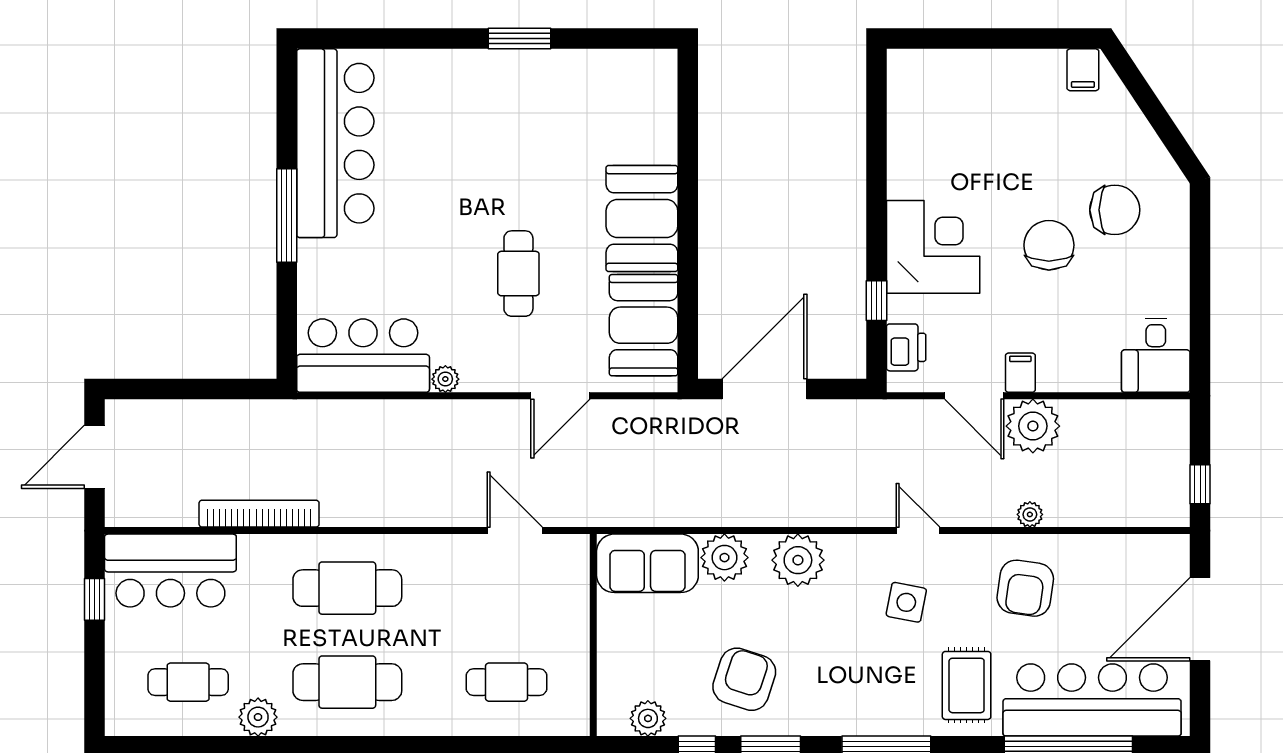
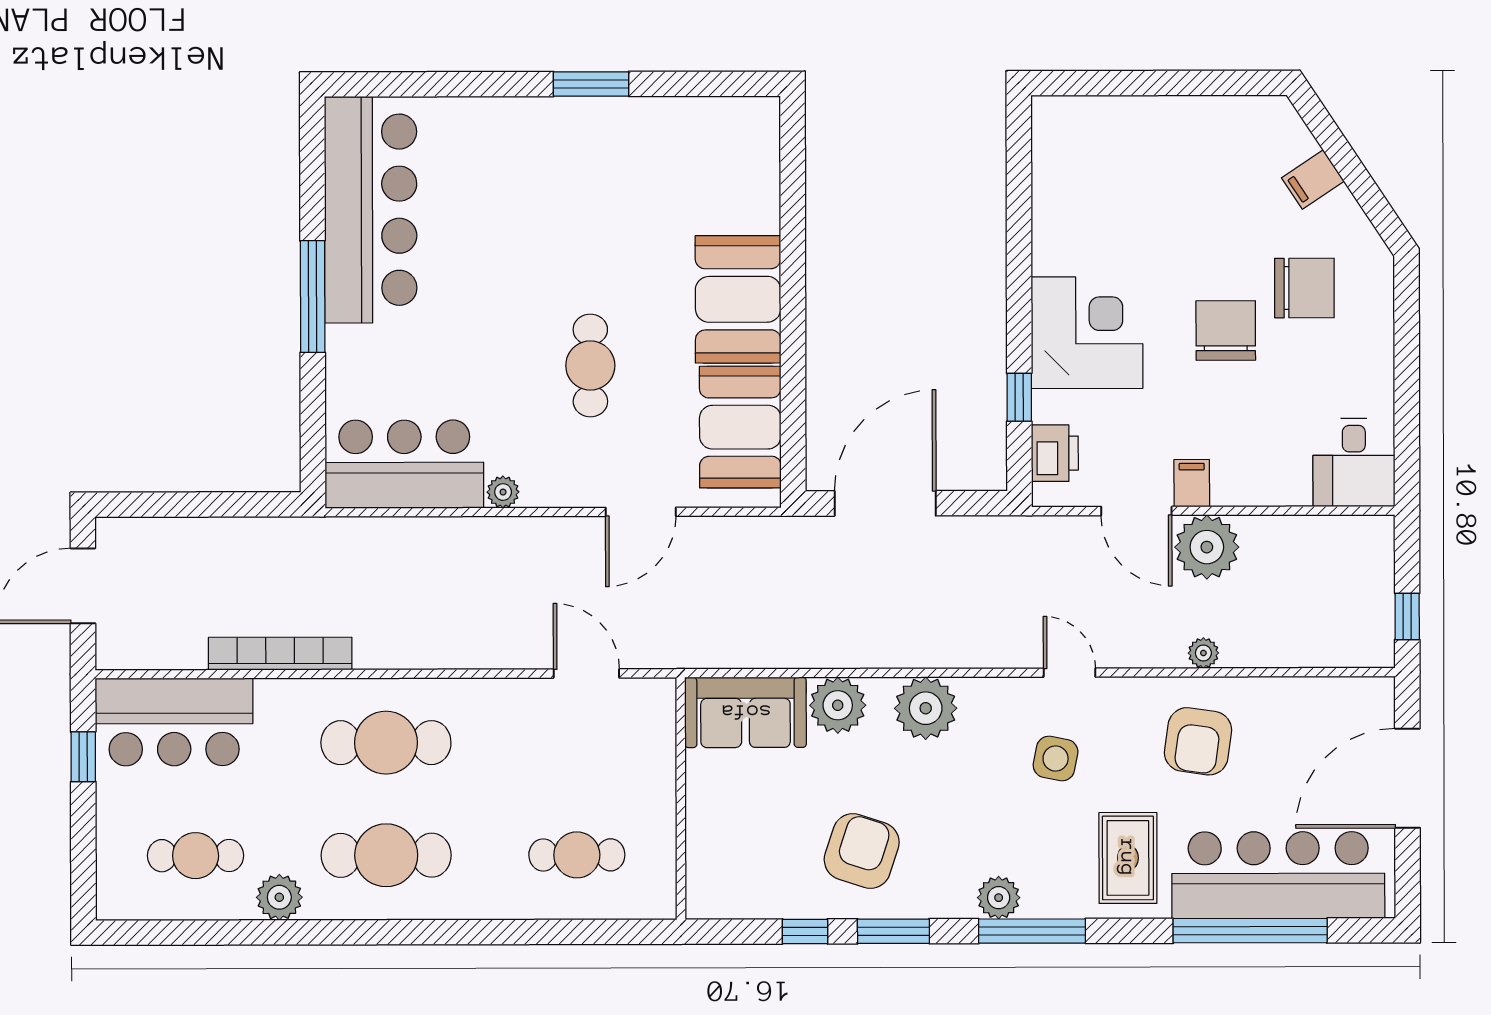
filing cabinet: (1083, 70) -> (1313, 180), moved, turned 56
plant: (648, 718) -> (999, 898), moved

